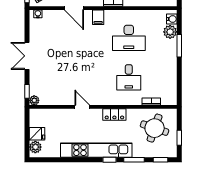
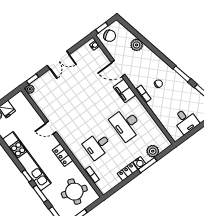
door: (74, 8) -> (118, 69), hinge flipped
filing cabinet: (98, 17) -> (125, 91), width x2.00
water cooler: (172, 19) -> (139, 163), moved
double door: (27, 56) -> (58, 60), swing flipped
locker: (172, 68) -> (127, 172), added
door: (82, 107) -> (51, 128), swing flipped

